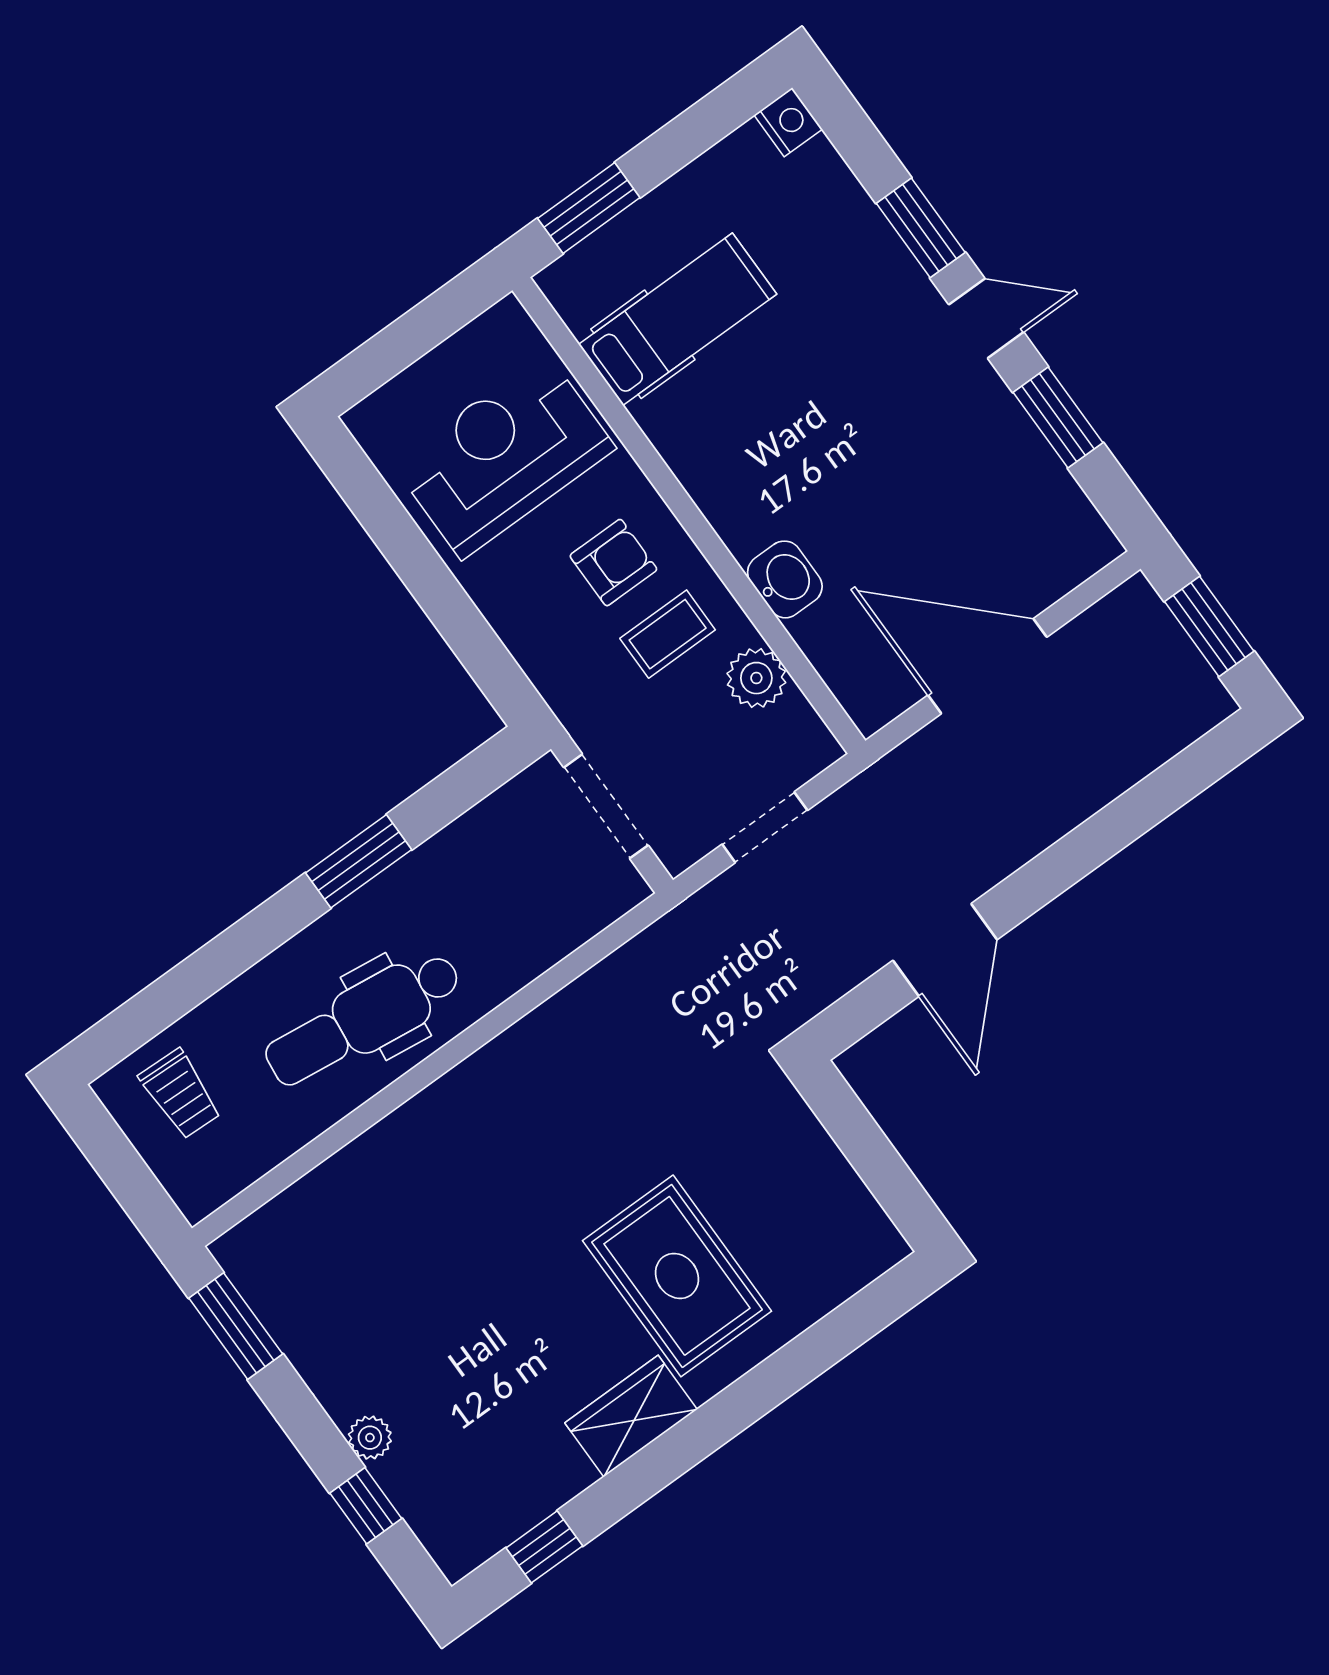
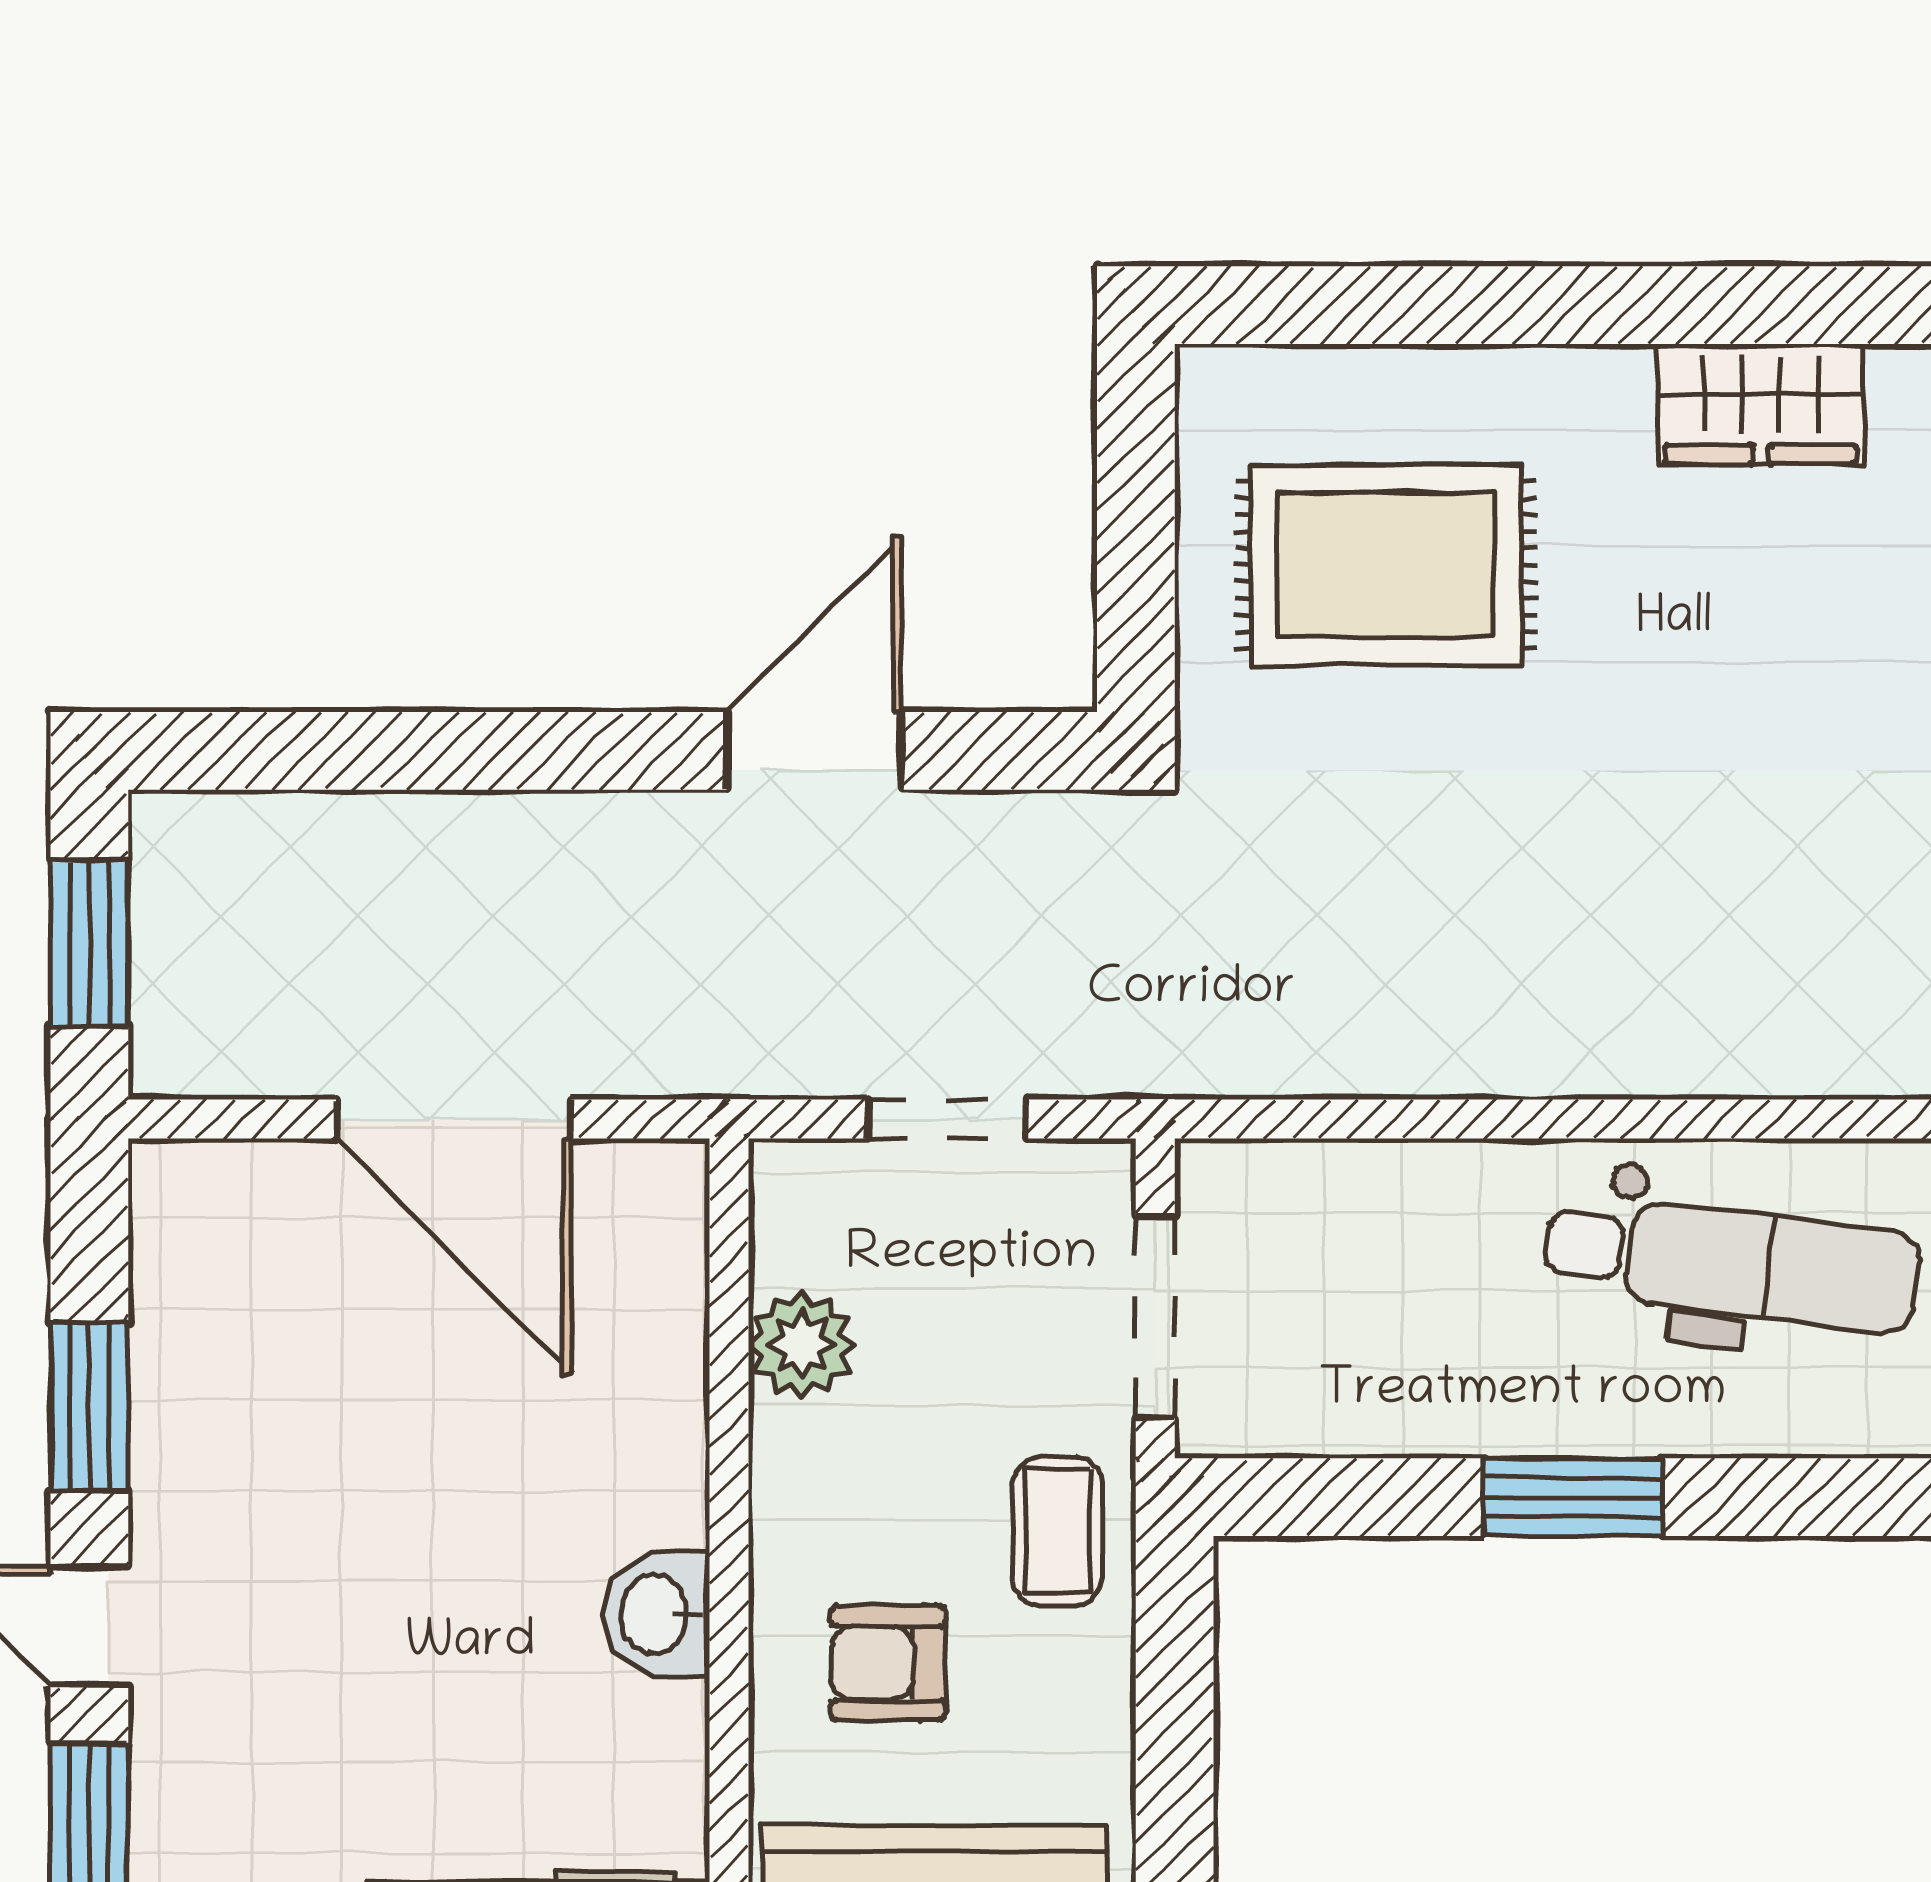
washbasin: (785, 579) -> (657, 1614), moved
coffee table: (668, 634) -> (1057, 1531), moved, turned 90
rug: (677, 1276) -> (1386, 565), moved, turned 90

